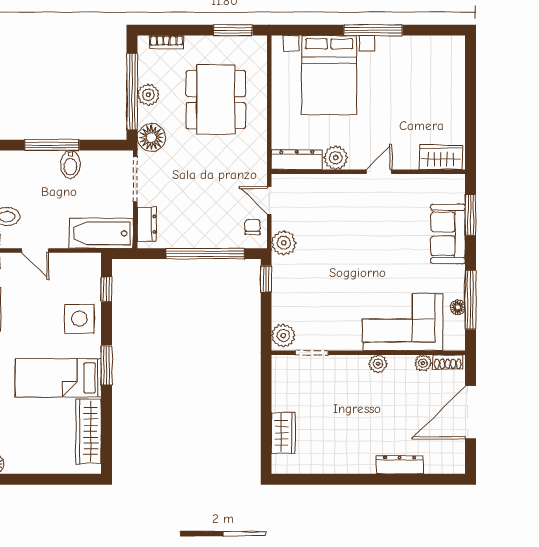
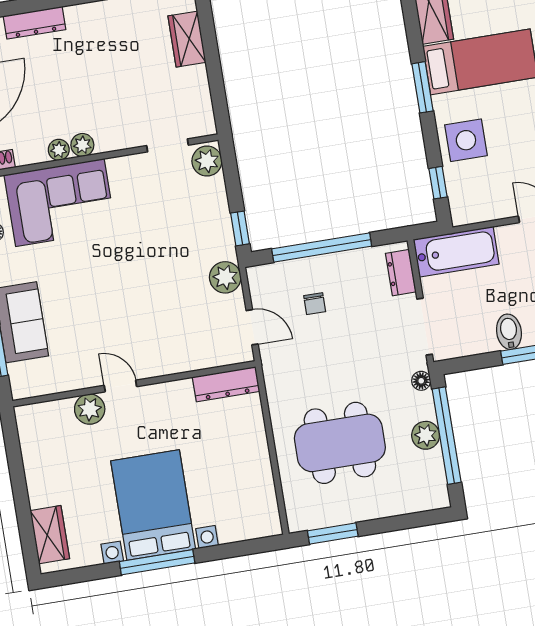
bookcase: (167, 42) -> (414, 505), removed
bed with nightstands: (329, 75) -> (153, 505), moved
dining table: (216, 100) -> (340, 443), turned 90
floor lamp: (151, 138) -> (421, 381), width x0.53, depth x0.53
wardrobe: (441, 157) -> (50, 535), moved, turned -90
plant: (336, 158) -> (90, 409), moved
door: (379, 172) -> (120, 386), swing flipped
chair: (253, 227) -> (315, 304), moved
plant: (423, 363) -> (59, 150), moved

